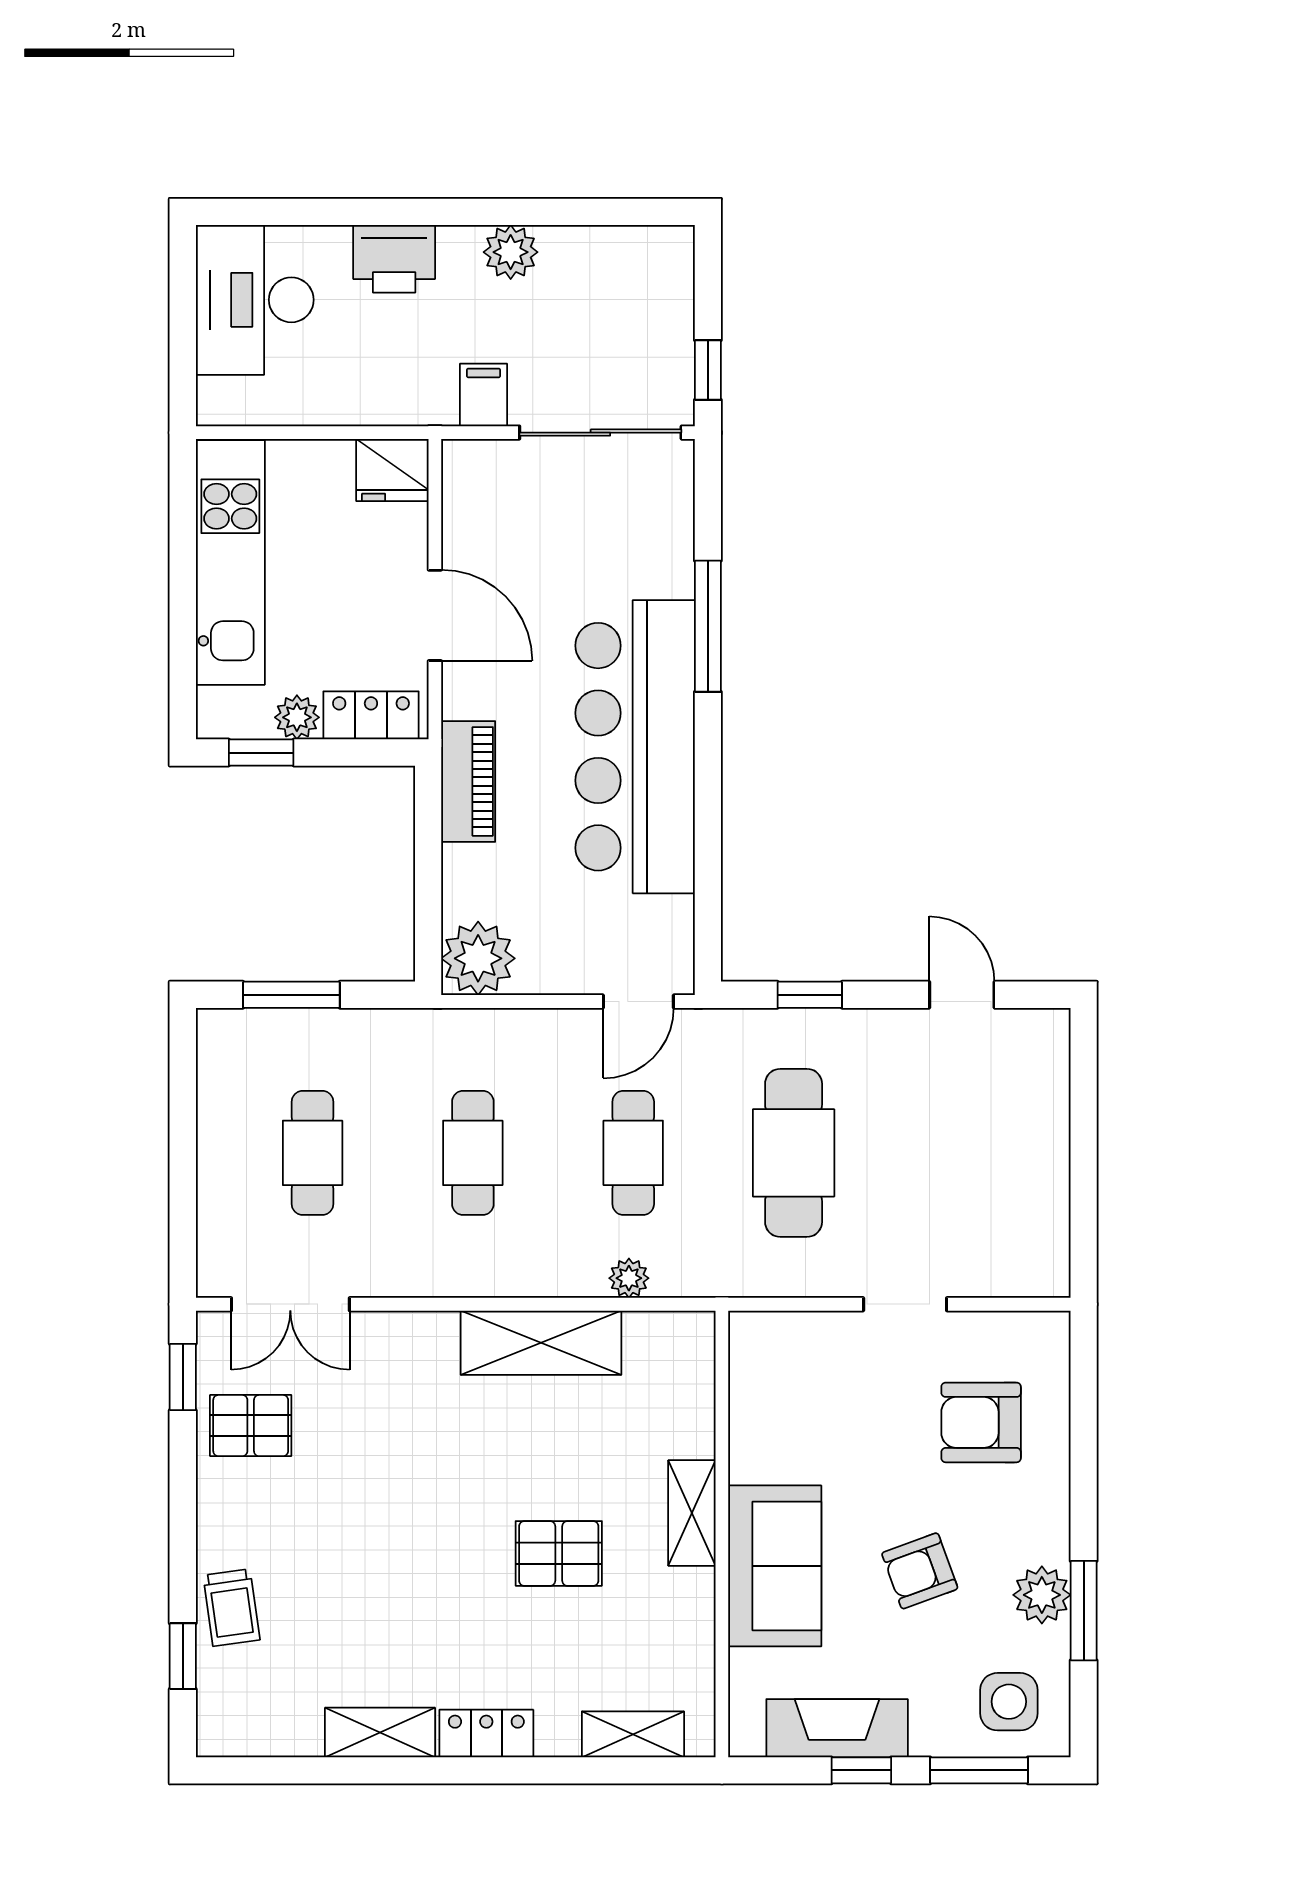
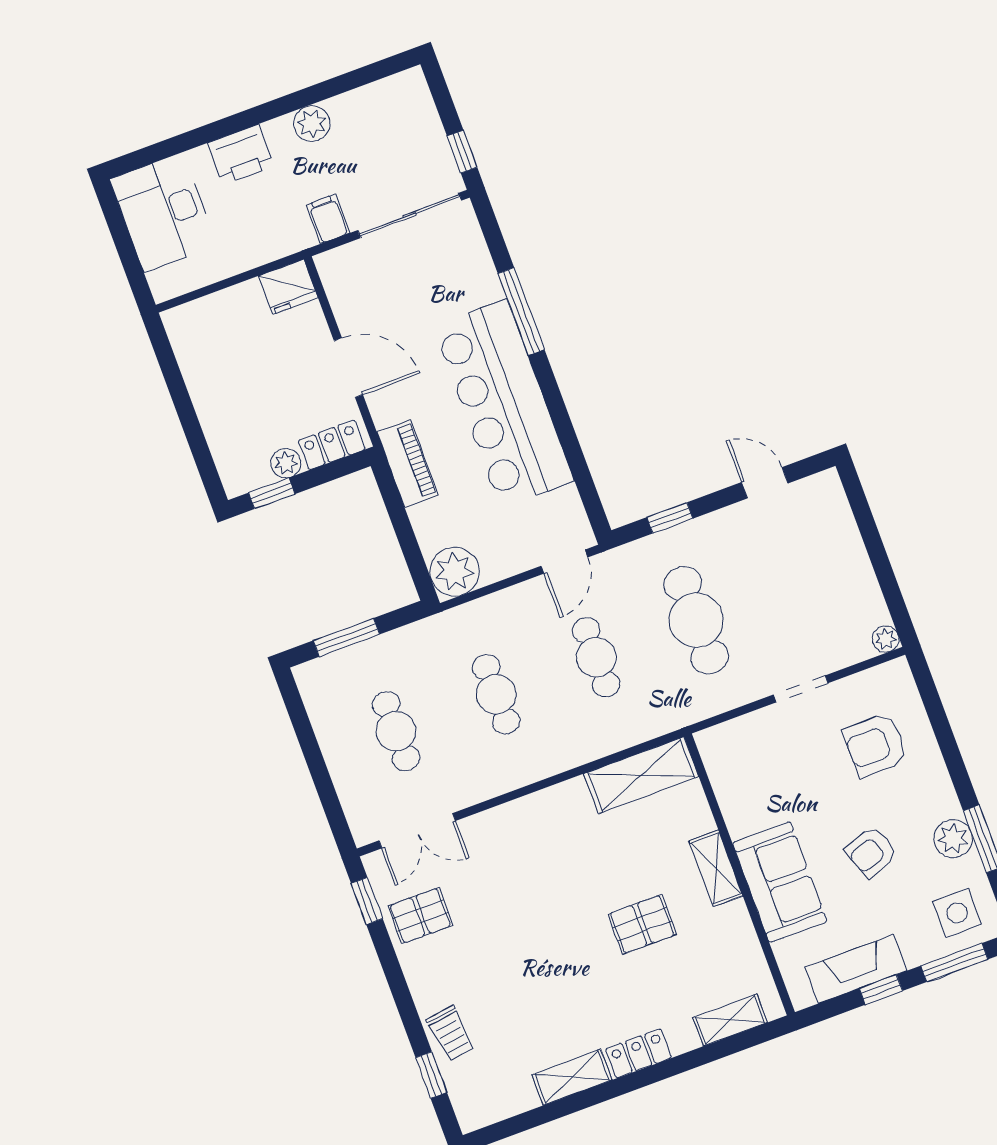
kitchen unit: (230, 563) -> (209, 382), removed
plant: (629, 1278) -> (886, 639), moved
shelving: (541, 1343) -> (641, 775), moved

